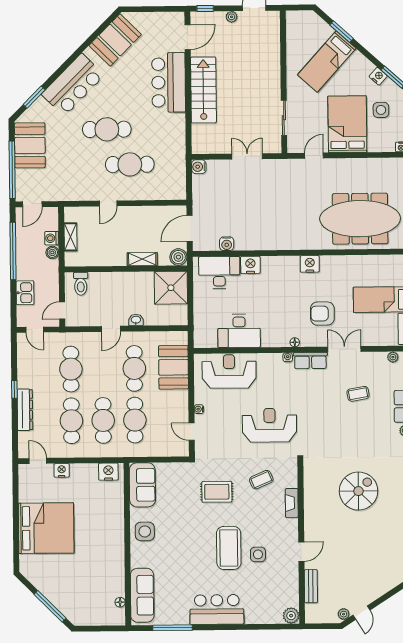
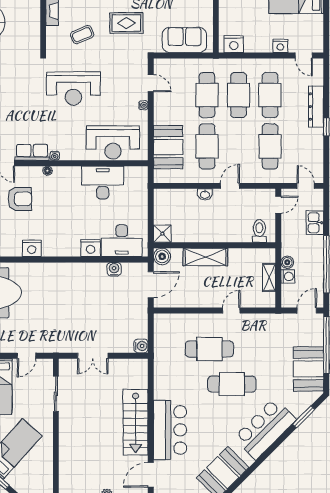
shelving: (142, 259) -> (205, 257), width x1.50, depth x1.33
shower: (171, 288) -> (162, 234), width x0.54, depth x0.54
sofa: (142, 485) -> (184, 40), moved, turned 90

